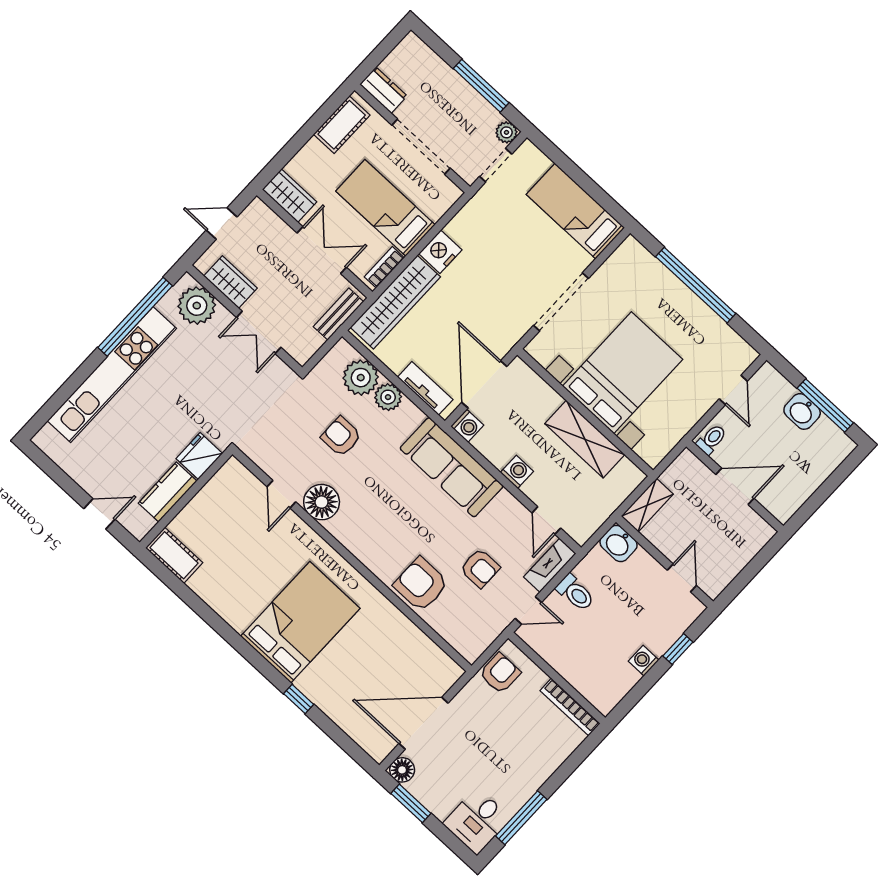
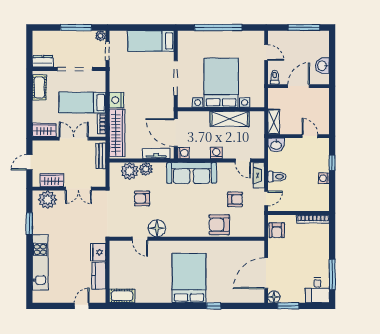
window: (135, 317) -> (29, 224), width x0.47
kitchen unit: (112, 375) -> (40, 262), width x0.73
washbasin: (802, 411) -> (322, 66), moved, turned 90
armchair: (500, 673) -> (277, 230), turned 180

